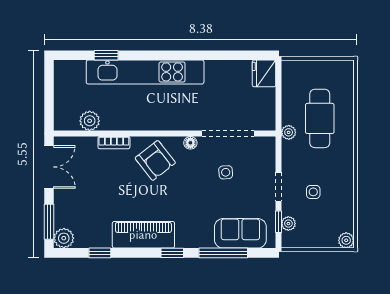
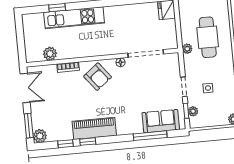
kitchen unit: (145, 72) -> (74, 18), width x0.73
side table: (226, 172) -> (147, 80), removed
window: (172, 253) -> (88, 142), moved

